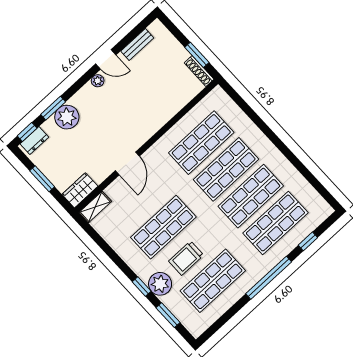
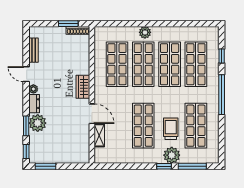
door: (106, 59) -> (26, 74), swing flipped
dresser: (34, 141) -> (34, 104), moved
plant: (260, 141) -> (145, 32), added
window: (42, 179) -> (46, 166), moved
wardrobe: (80, 190) -> (83, 87), moved
shelving: (95, 207) -> (99, 135), moved
trolley: (186, 258) -> (171, 129), turned 180
window: (168, 315) -> (192, 166), width x1.44

